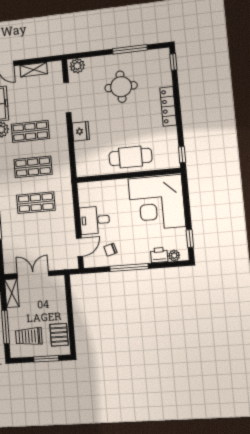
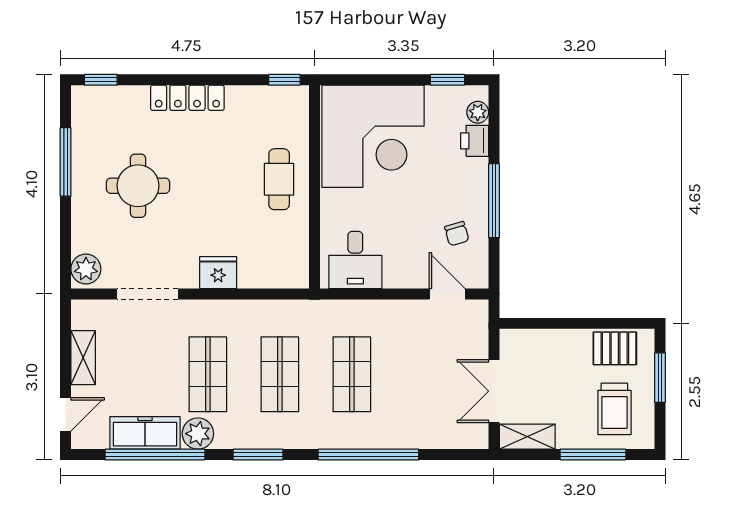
cafe table: (130, 157) -> (279, 179), width x0.73, depth x0.74
desk: (95, 220) -> (355, 260), moved

